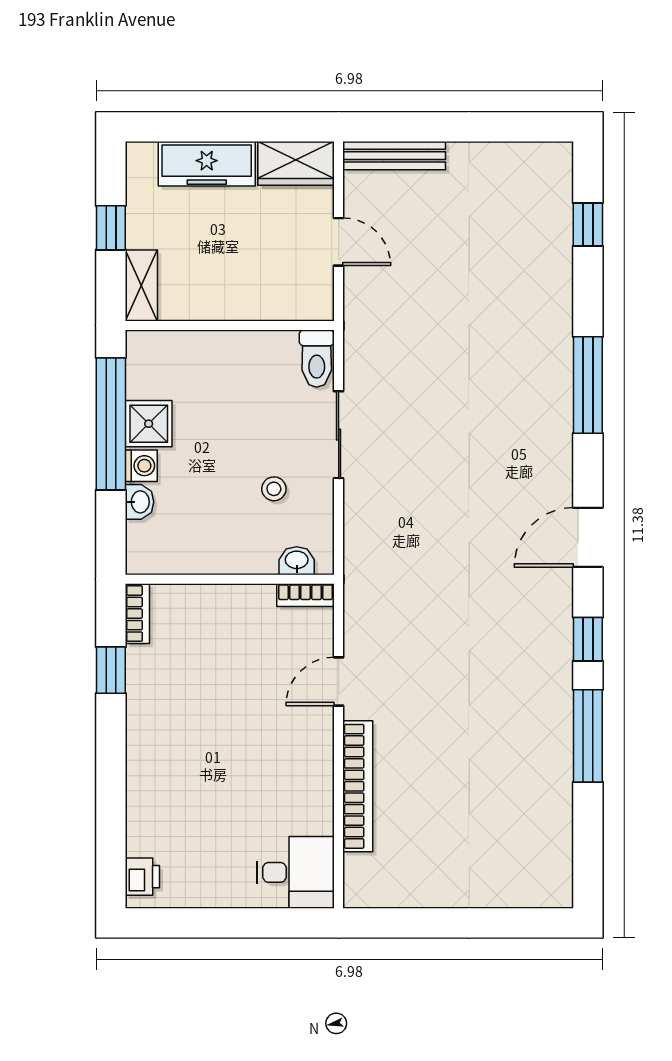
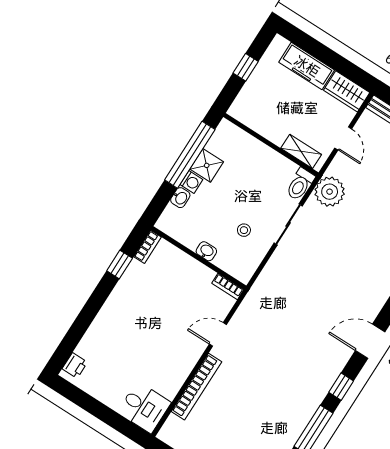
shelving: (141, 285) -> (301, 151), moved, turned 90
plant: (371, 340) -> (330, 192), added
washbasin: (297, 561) -> (206, 251), moved

